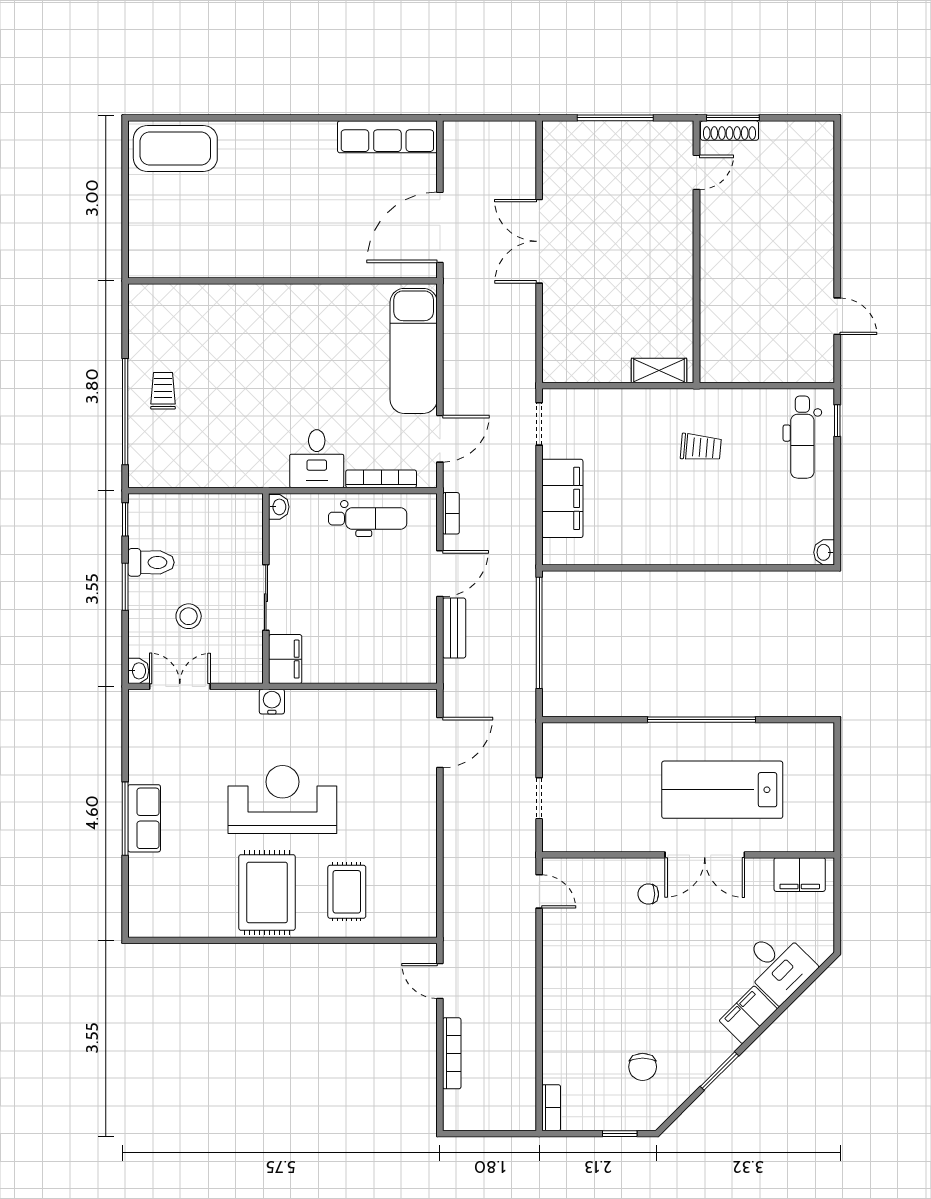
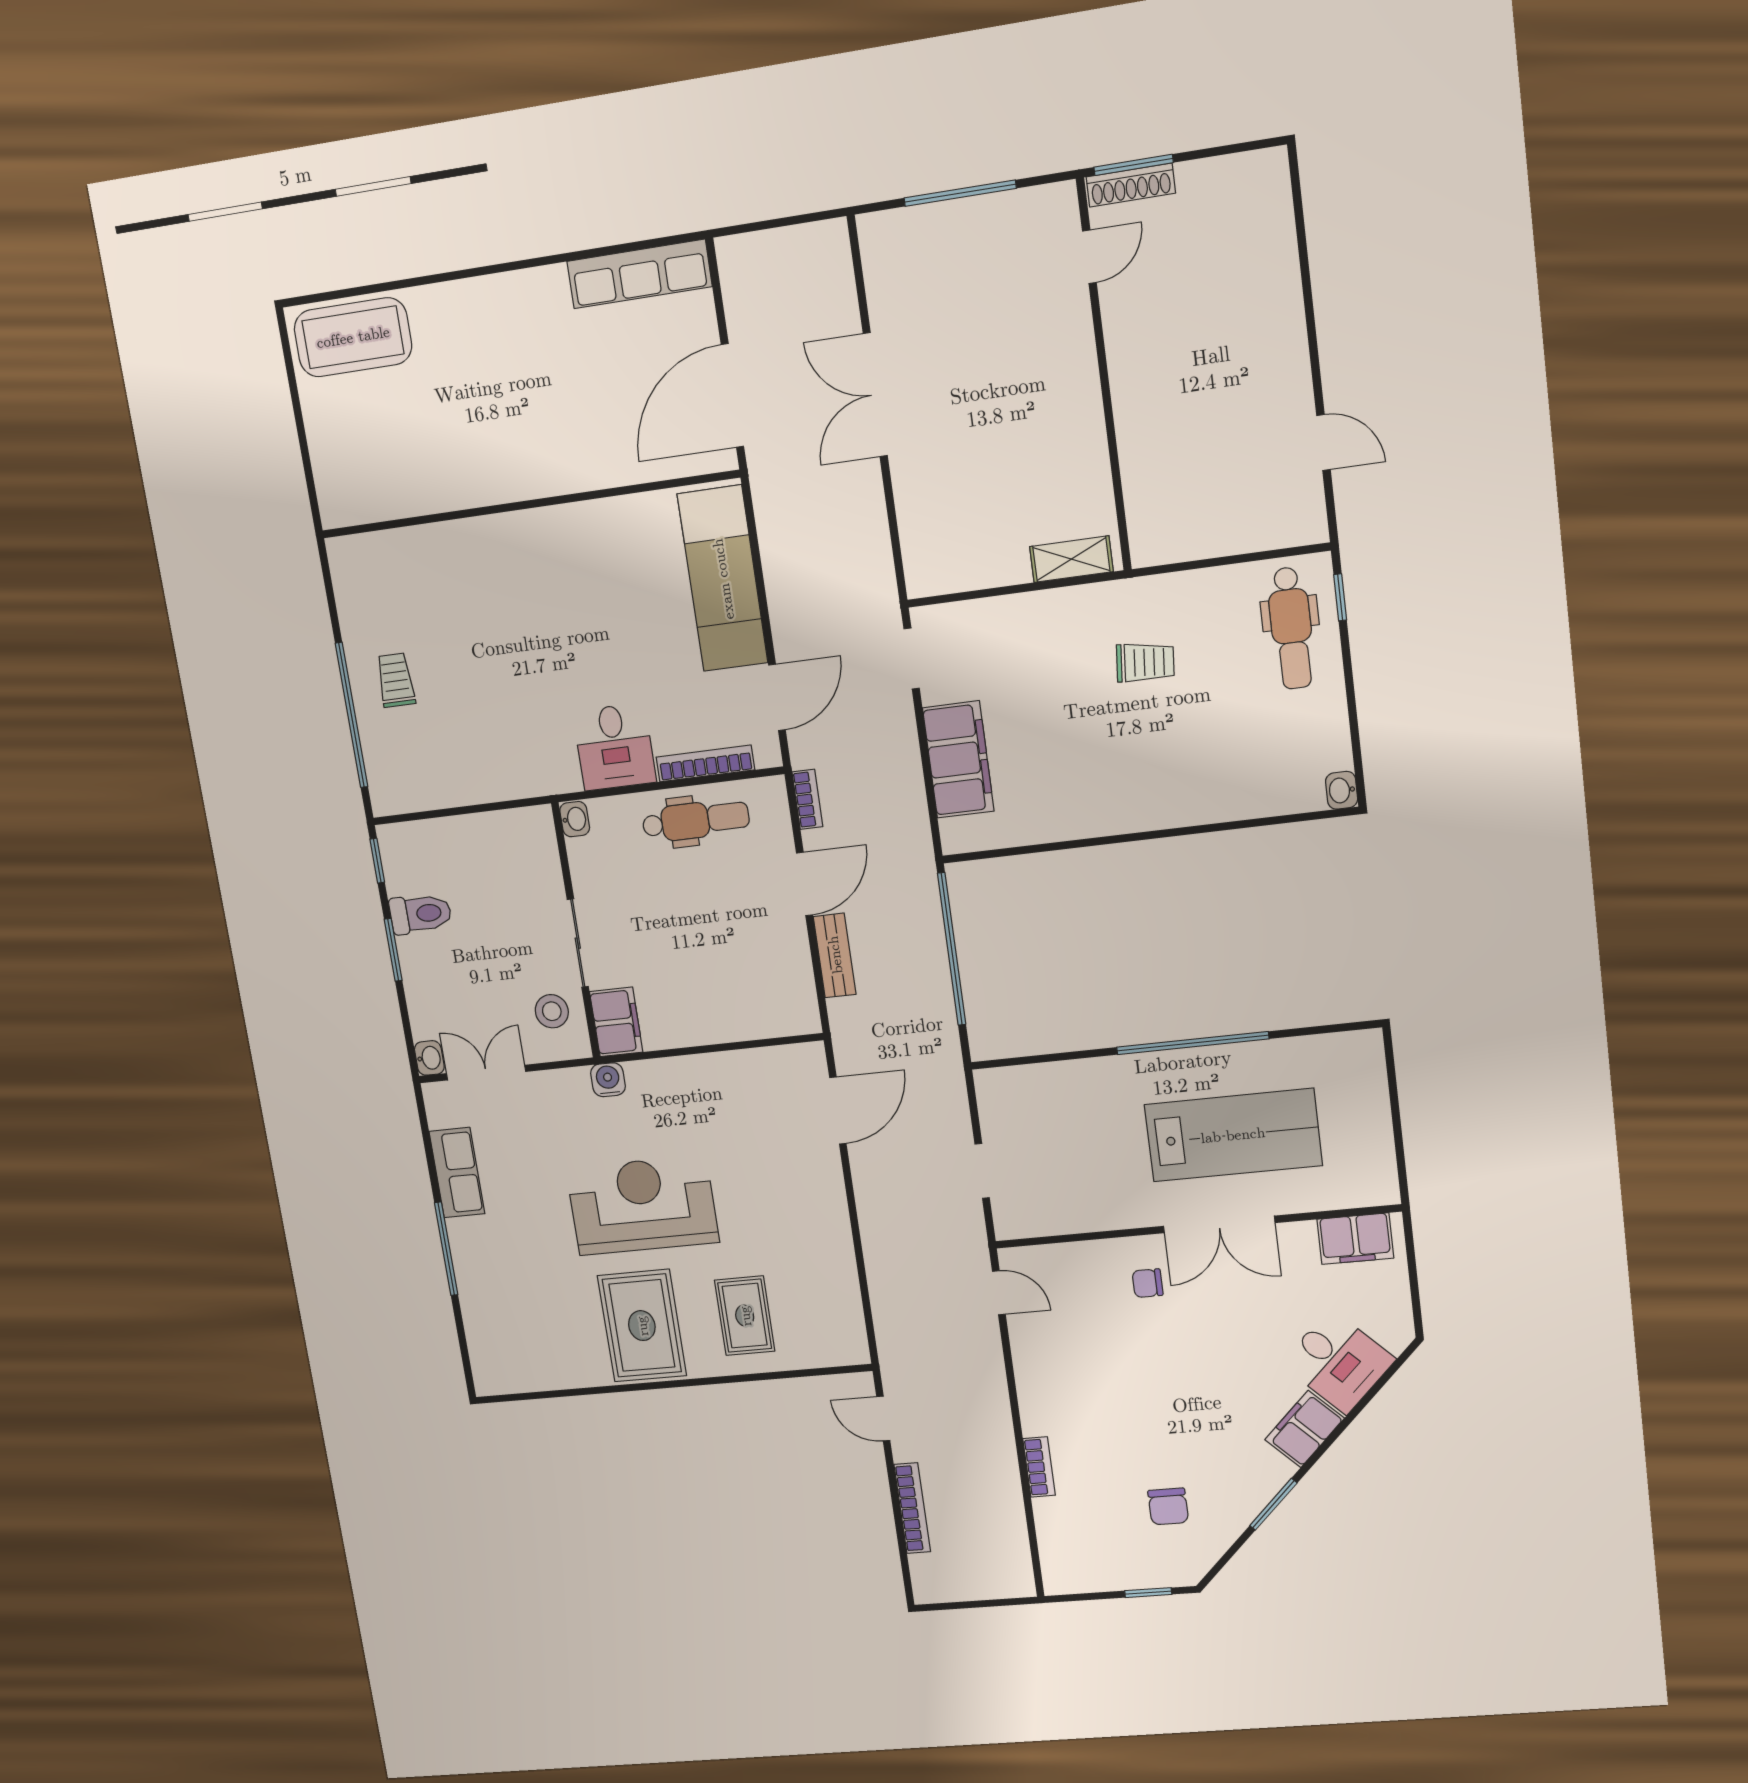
stool: (189, 616) -> (552, 1011), moved
lab bench: (722, 790) -> (1233, 1135), turned 180
row of seats: (144, 818) -> (457, 1173), moved
bookcase: (551, 1108) -> (1039, 1467), moved

